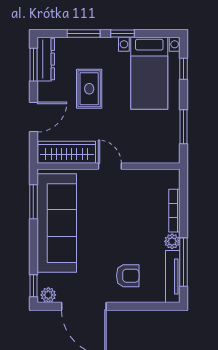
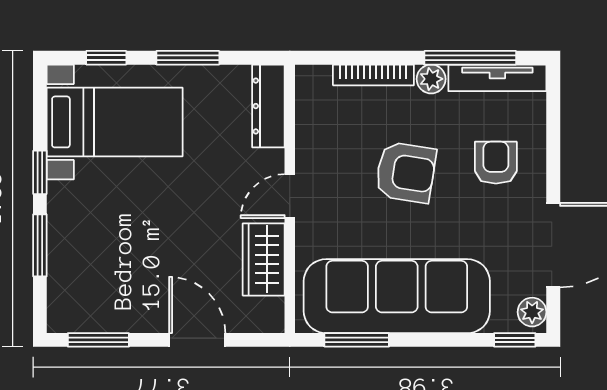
dresser: (46, 59) -> (268, 106), moved, turned -90
rug: (89, 89) -> (144, 235), removed
window: (183, 127) -> (188, 58), moved
wardrobe: (67, 152) -> (264, 259), width x0.67
armchair: (122, 228) -> (406, 172), added

